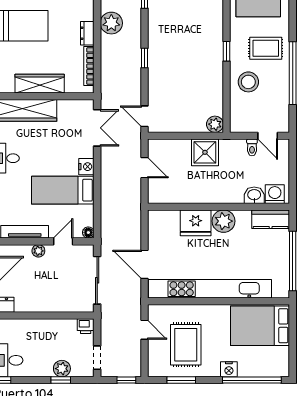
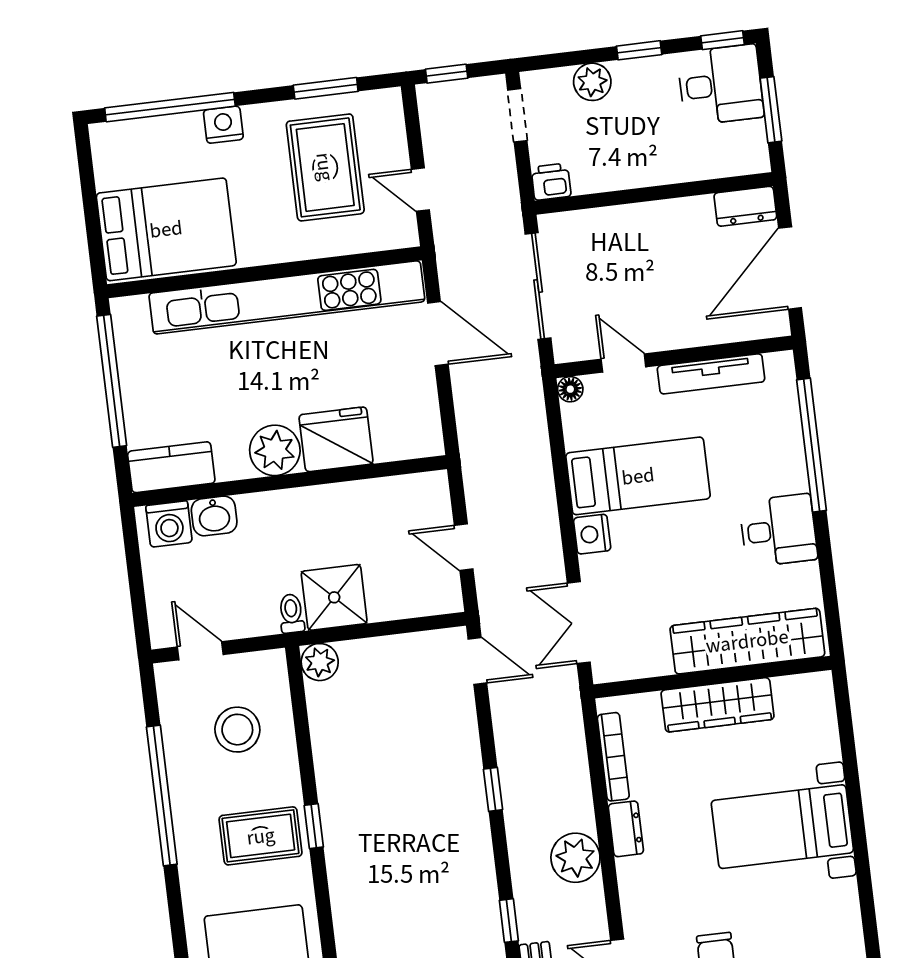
rug: (266, 48) -> (261, 836), moved
stool: (248, 82) -> (237, 730), moved
toilet: (252, 147) -> (291, 614), moved
door: (63, 241) -> (623, 363), swing flipped
plant: (38, 251) -> (676, 335), removed
window: (61, 380) -> (639, 50), moved

